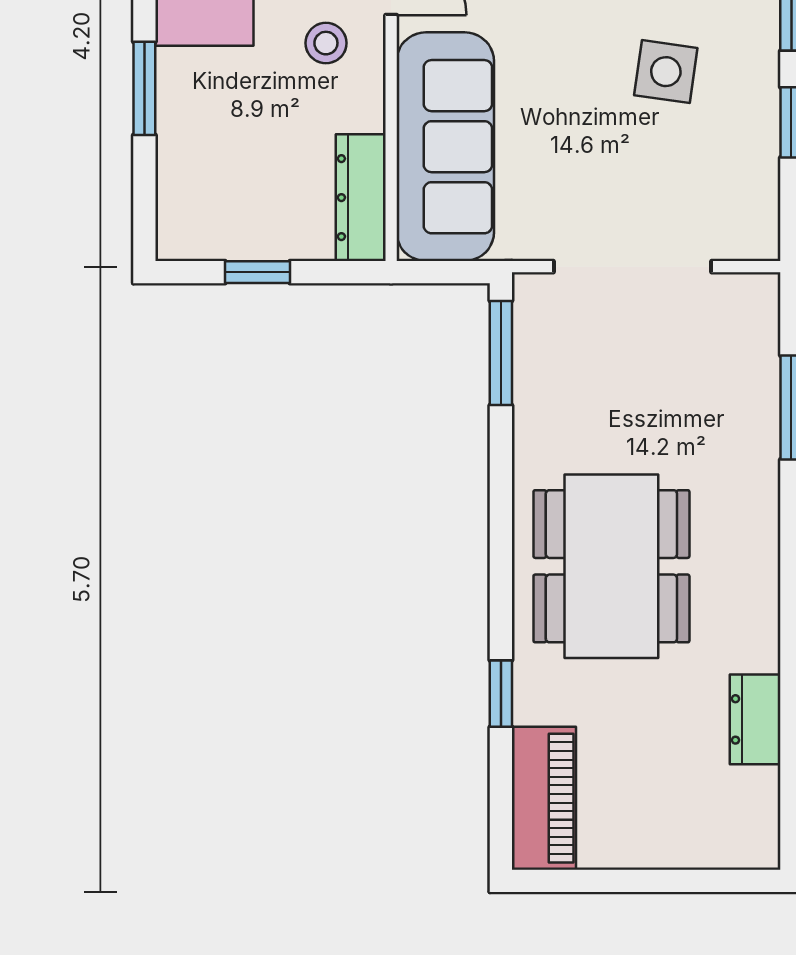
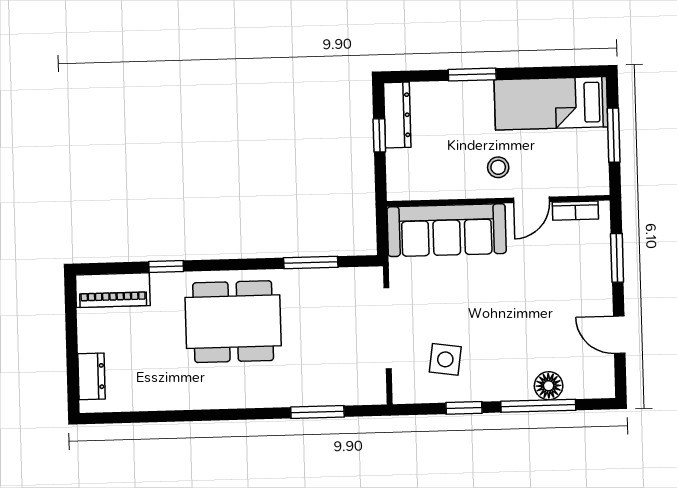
side table: (666, 72) -> (445, 359), moved
dresser: (361, 198) -> (397, 115), moved, turned 90
window: (501, 353) -> (311, 263), moved
dresser: (755, 719) -> (91, 376), moved, turned 90

